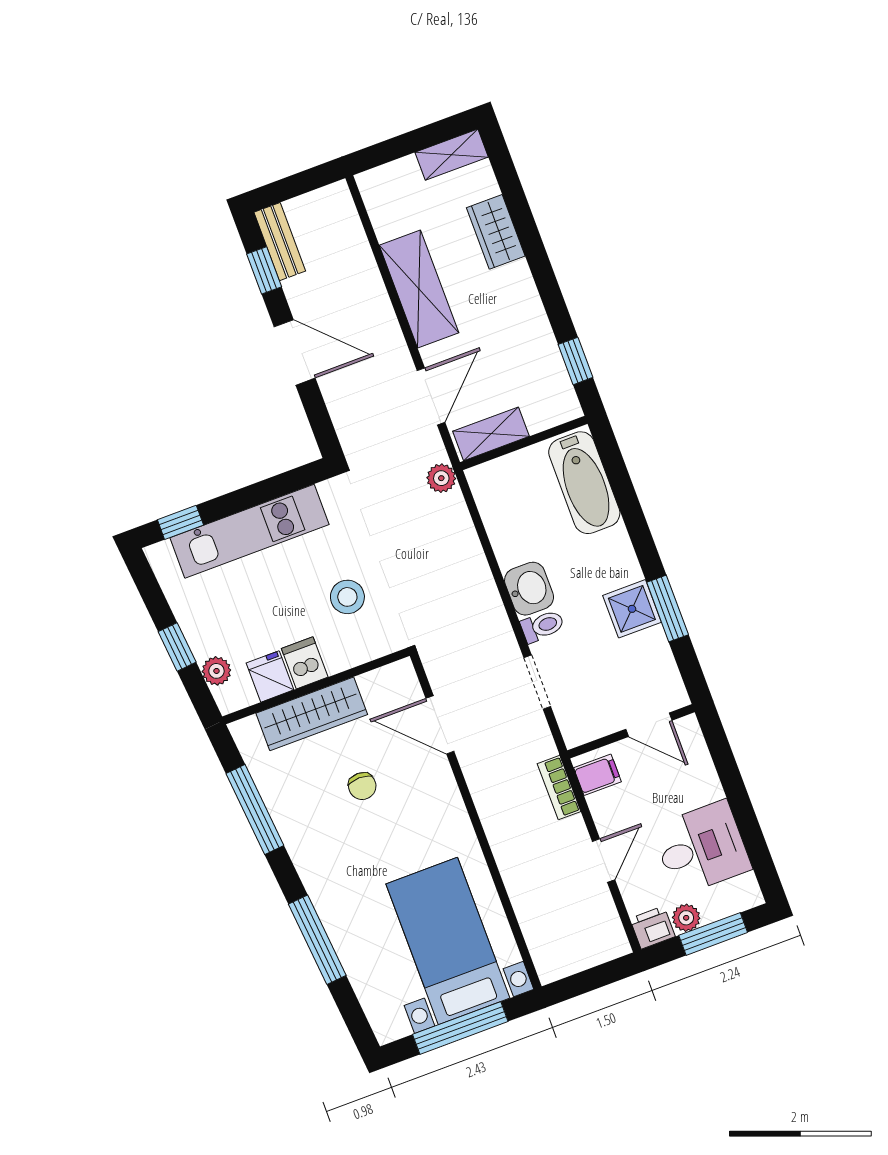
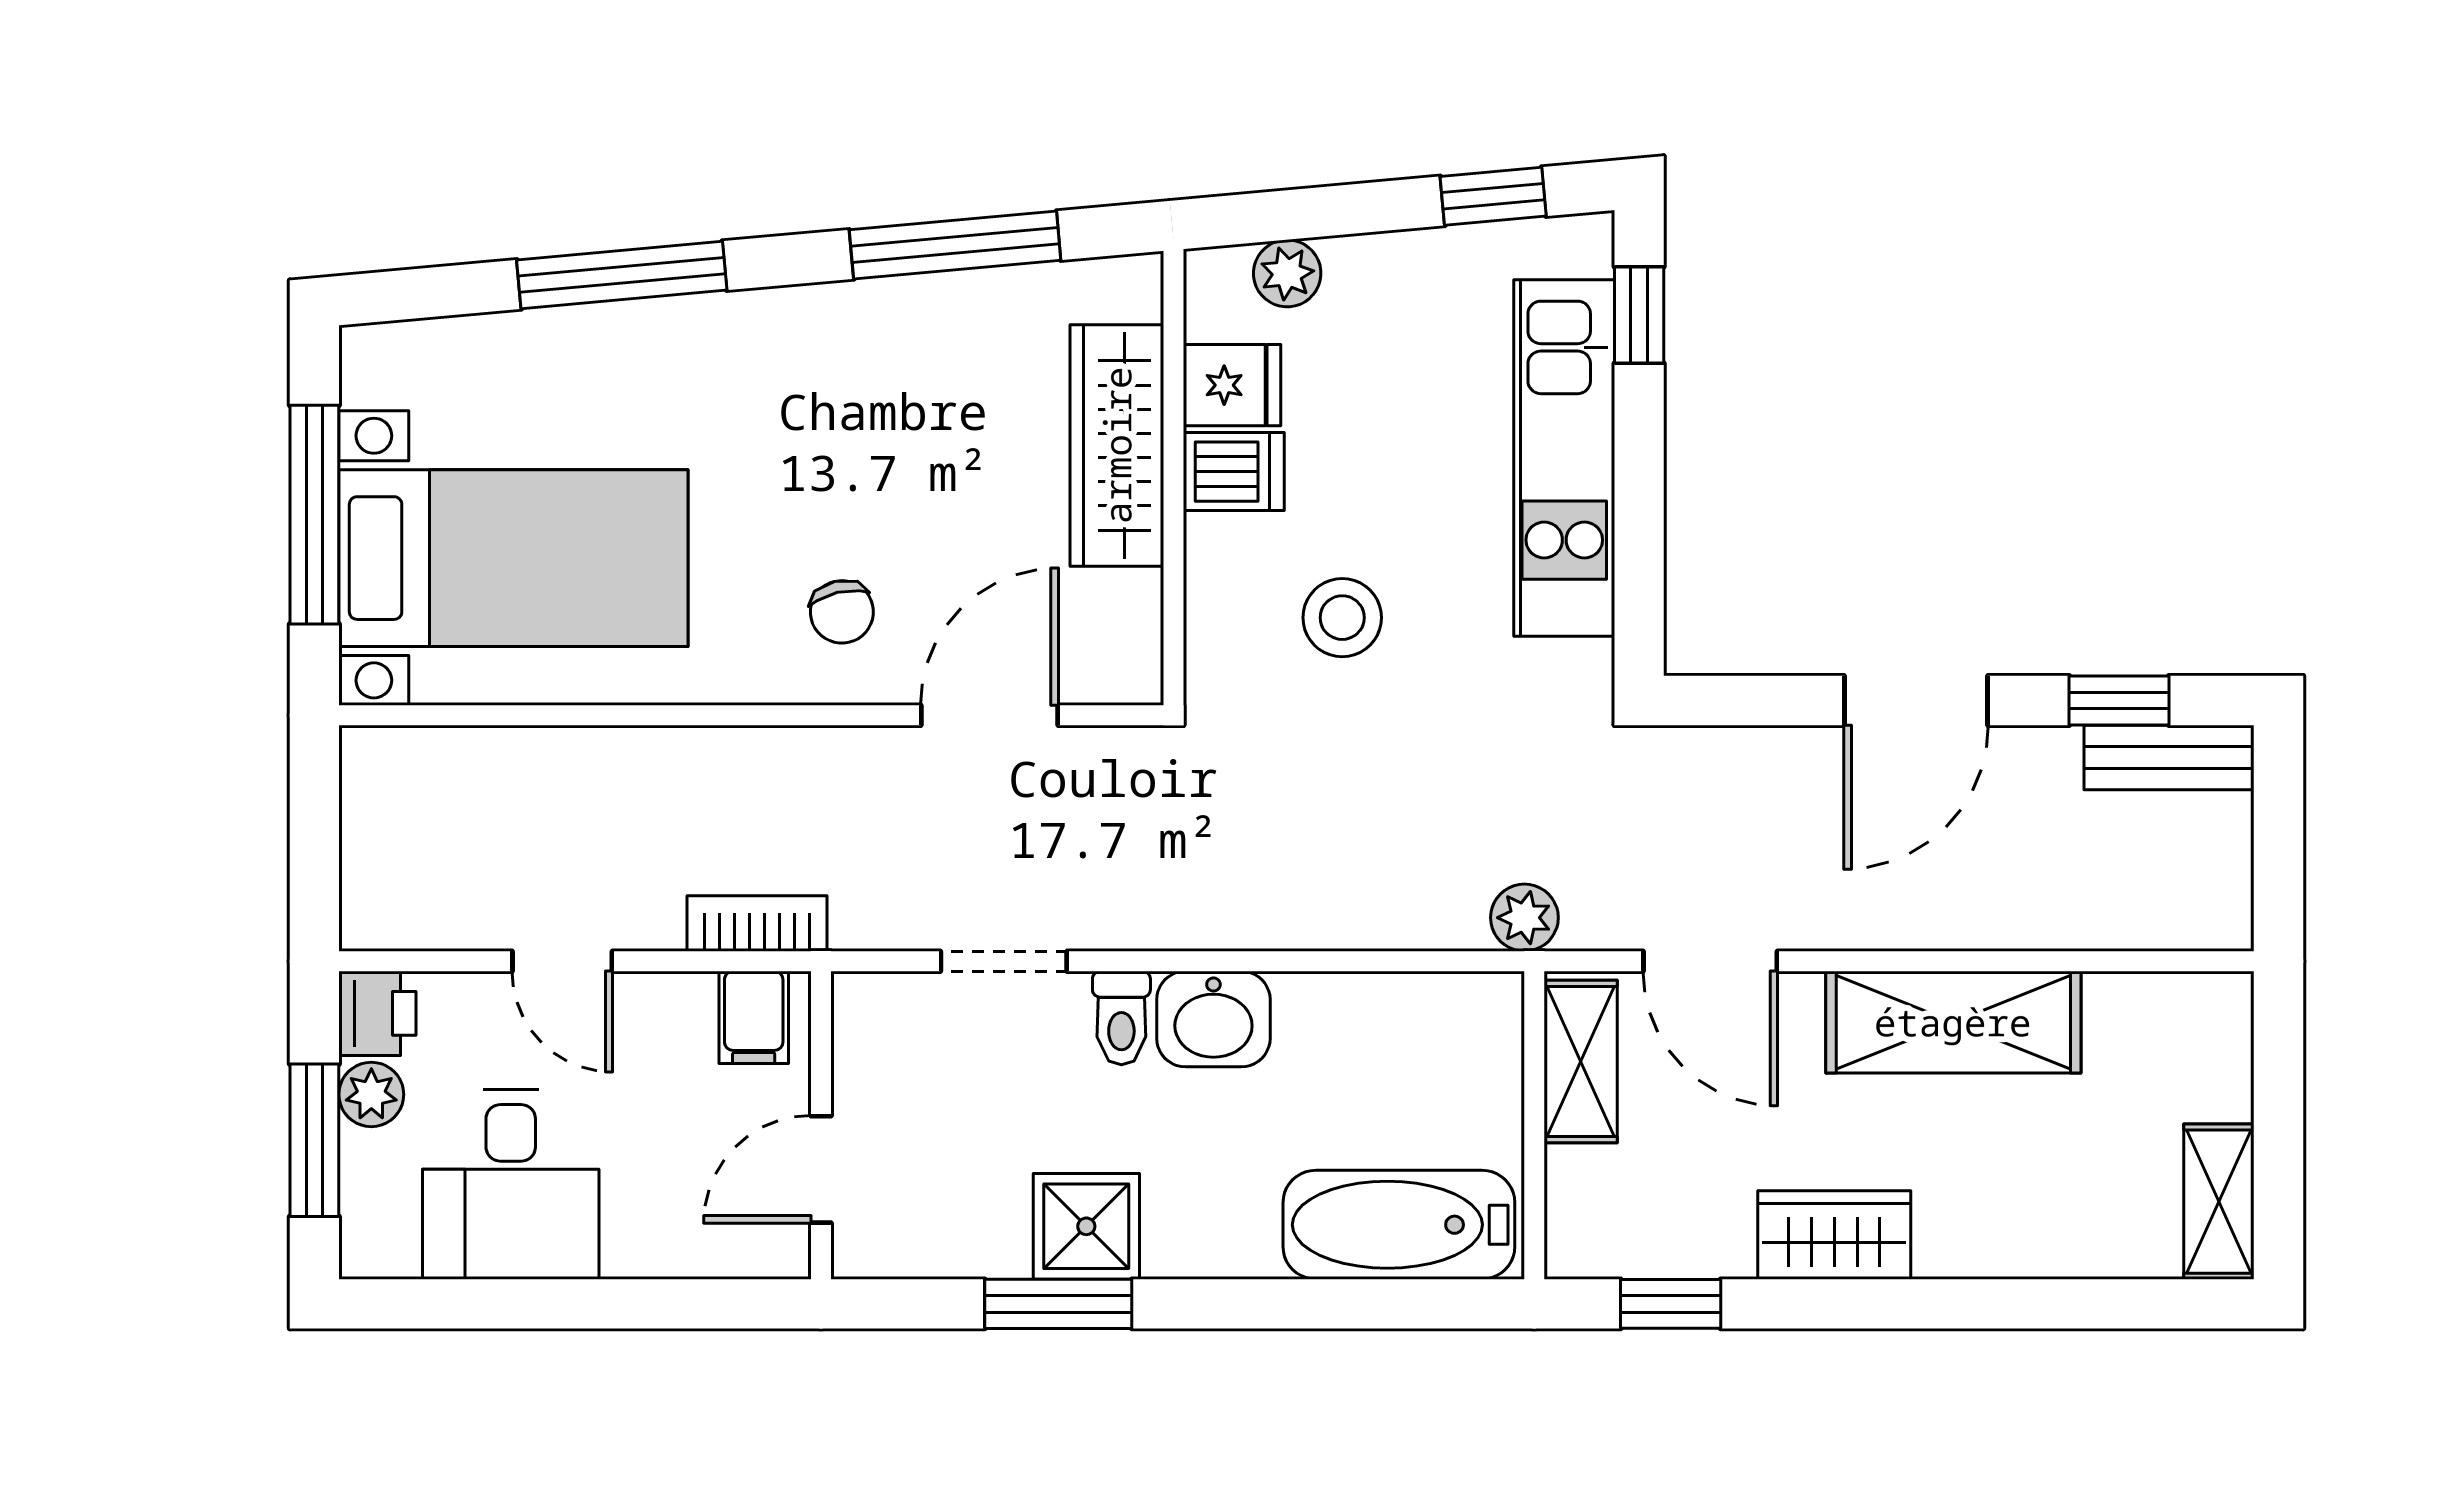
wardrobe: (496, 232) -> (1834, 1235), moved
window: (177, 647) -> (1493, 196), moved
chair: (362, 786) -> (842, 612), moved, turned -103

